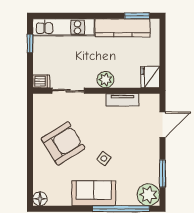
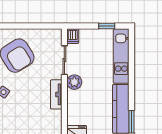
plant: (105, 80) -> (74, 82), moved
tv unit: (122, 100) -> (56, 94), moved

